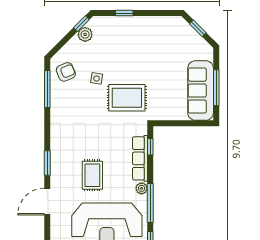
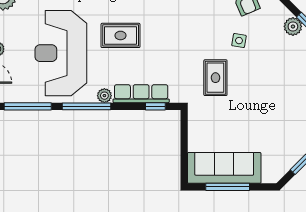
rug: (127, 98) -> (215, 78), width x0.73, depth x0.70

